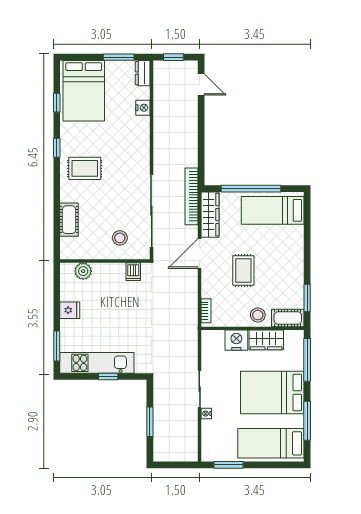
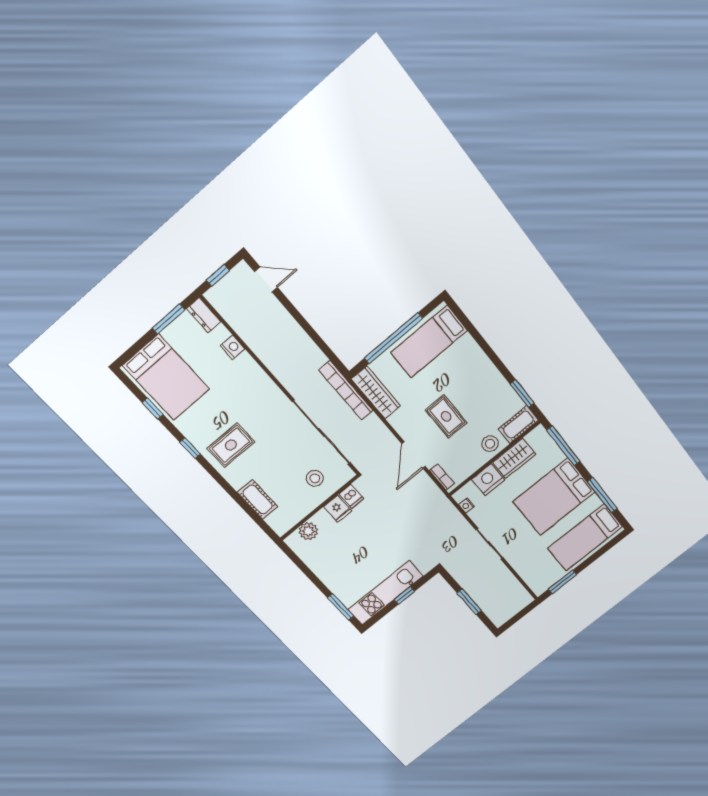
door: (200, 253) -> (414, 455), moved
fridge: (70, 310) -> (338, 509), moved, turned 90
nightstand: (206, 414) -> (466, 505), moved

